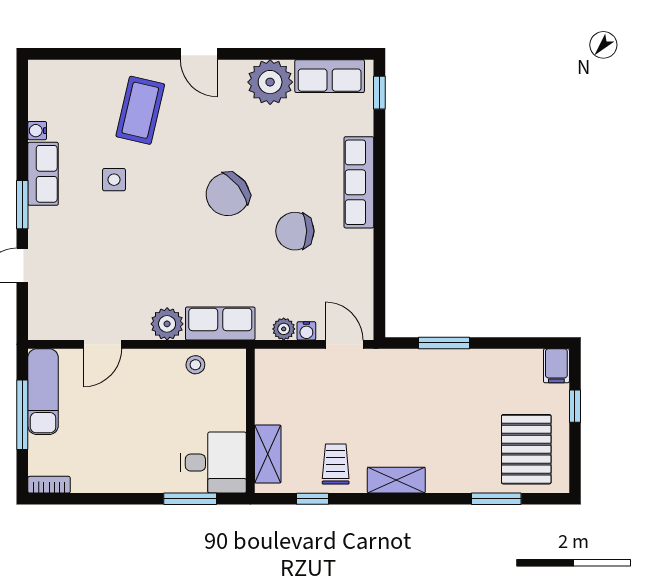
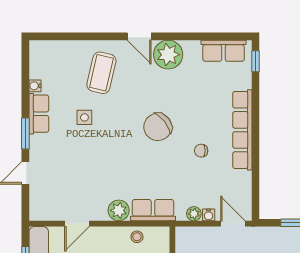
plant: (270, 82) -> (168, 55), moved
row of seats: (359, 182) -> (242, 130), width x1.36
chair: (295, 231) -> (201, 151), width x0.54, depth x0.54

